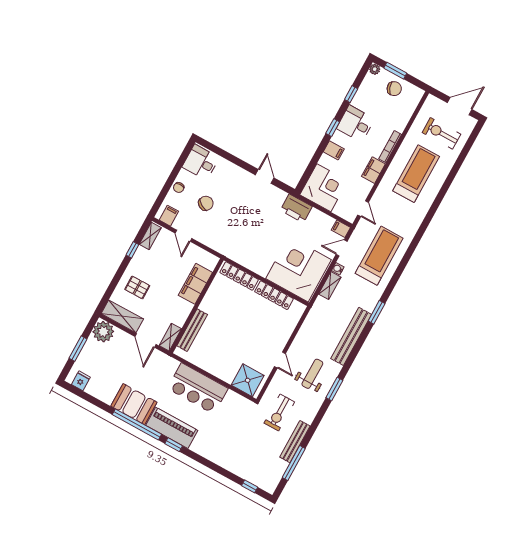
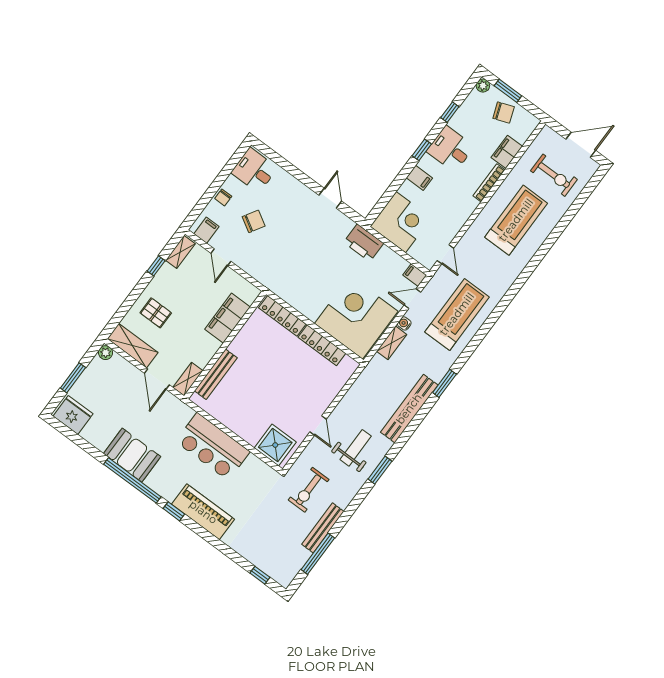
exercise bike: (441, 133) -> (554, 175), turned 180
filing cabinet: (373, 170) -> (507, 152), moved
plant: (103, 332) -> (106, 353), width x0.53, depth x0.53
fridge: (81, 381) -> (73, 415), width x1.88, depth x1.34
piano: (172, 428) -> (203, 512), moved

